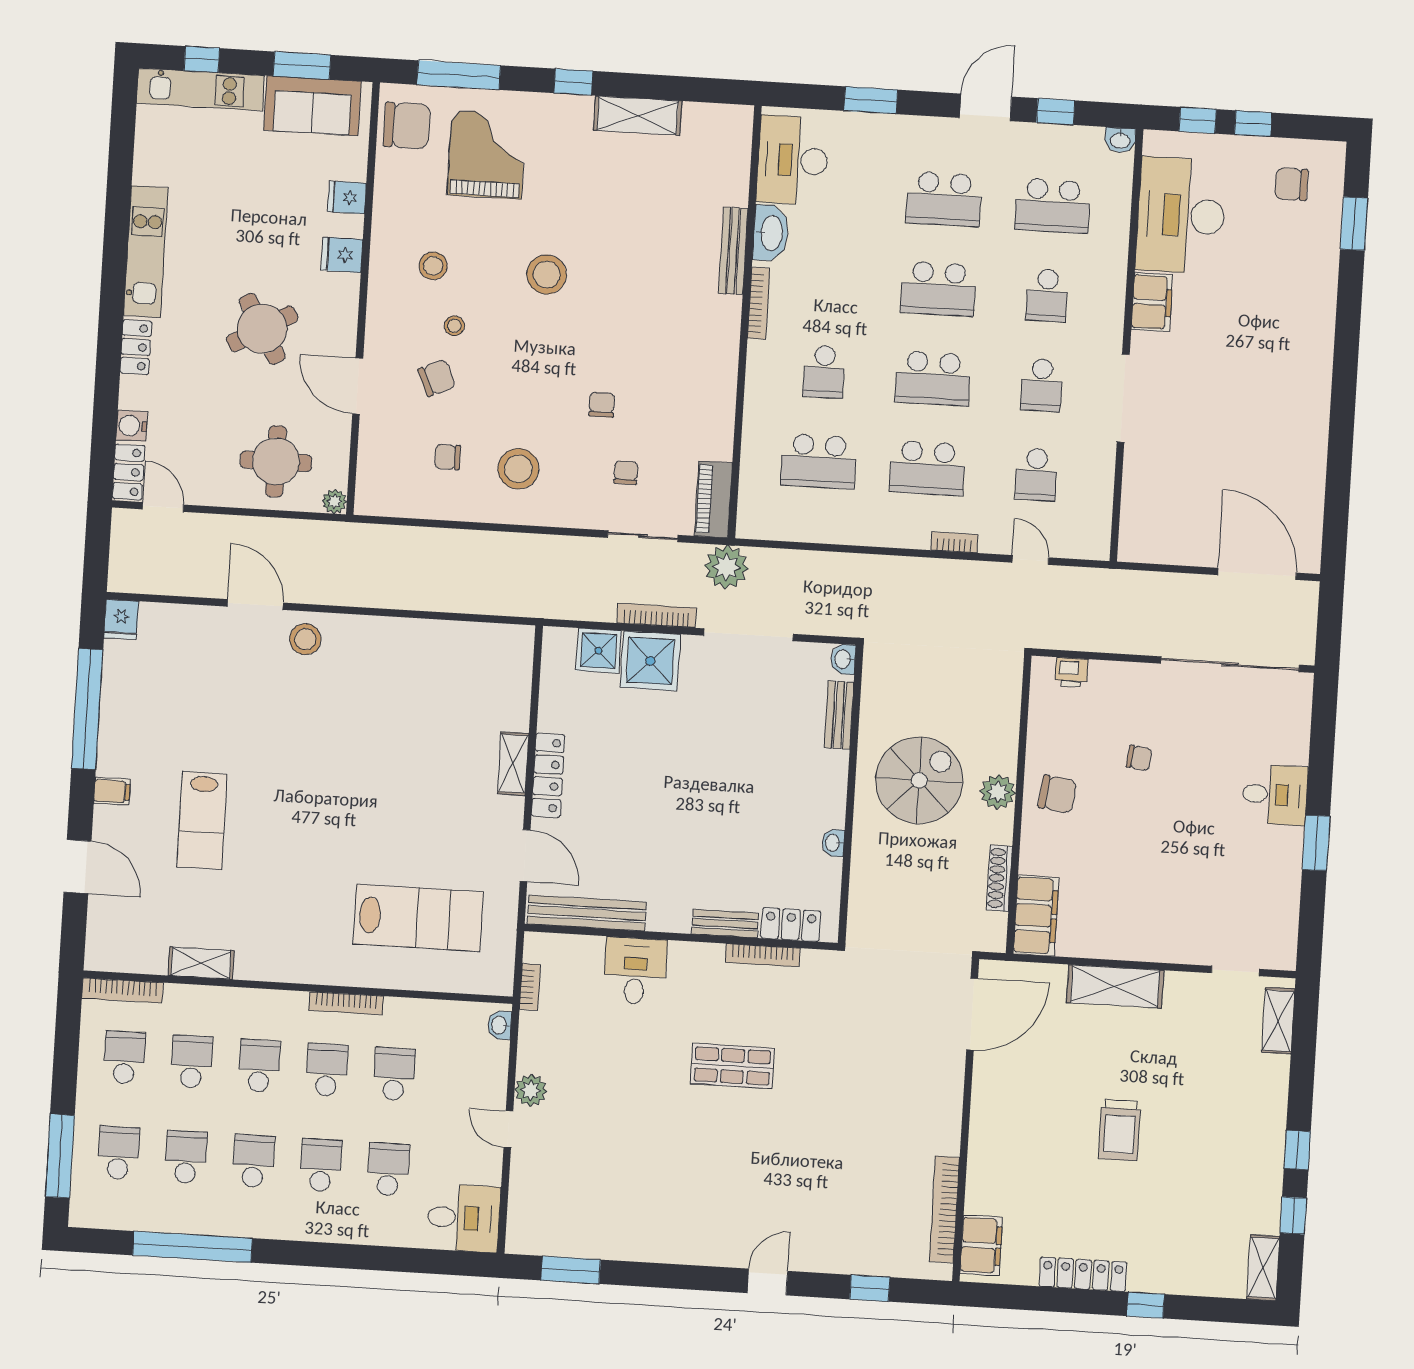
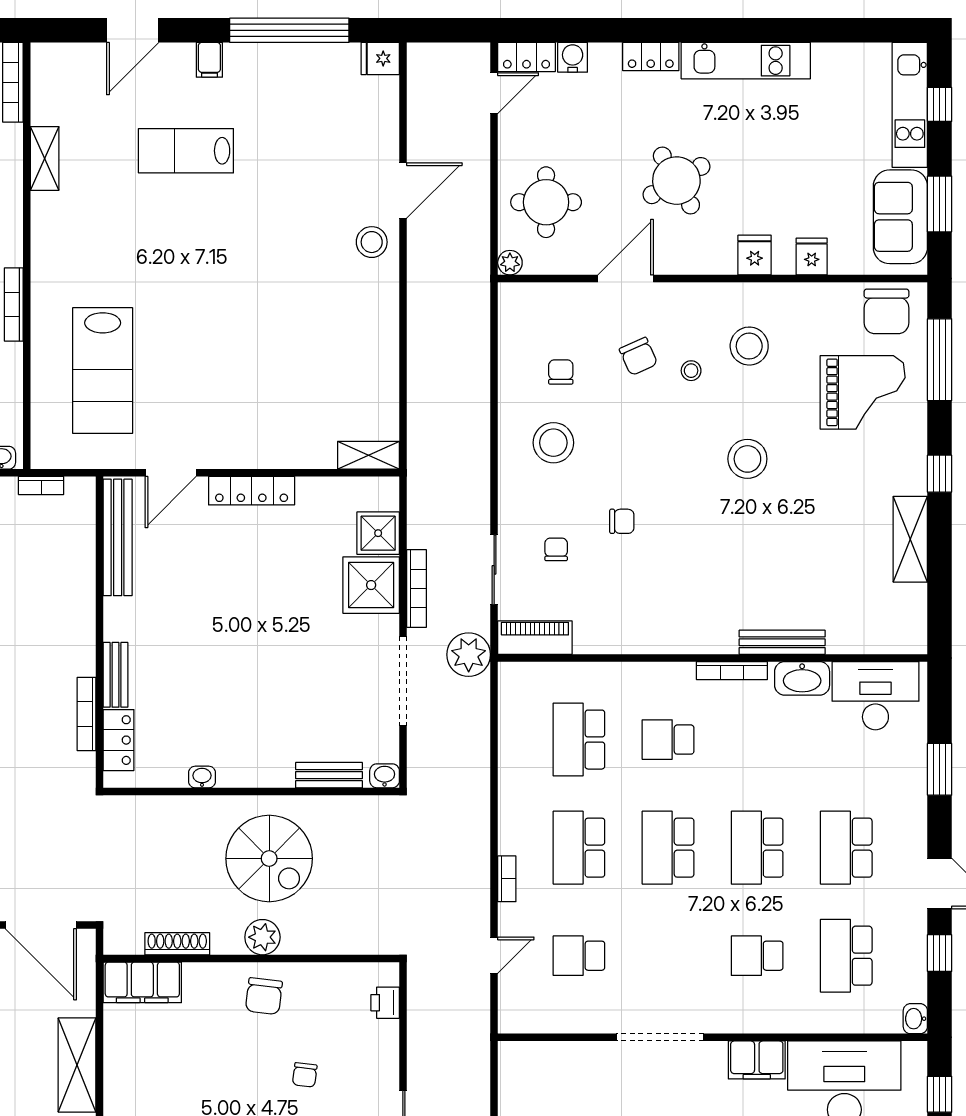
stool: (433, 266) -> (749, 346), width x1.38, depth x1.38
school desk: (1042, 385) -> (668, 956), removed
chair: (626, 473) -> (556, 549), turned -90
shelving: (513, 764) -> (369, 455), moved
desk: (635, 971) -> (63, 589), removed

